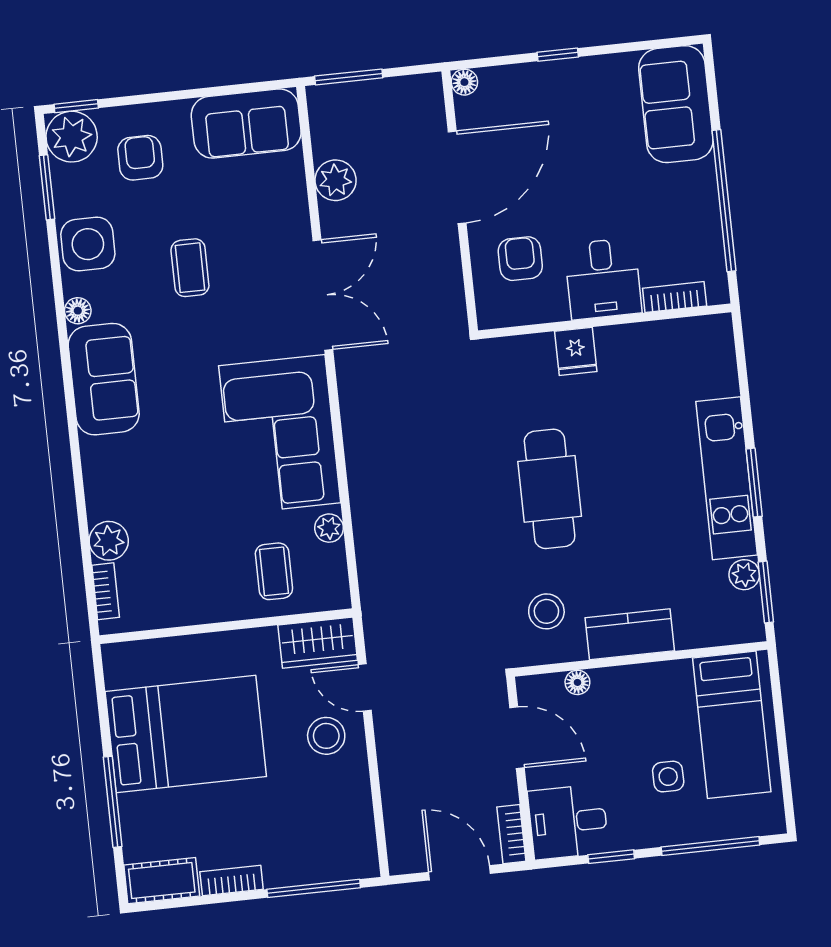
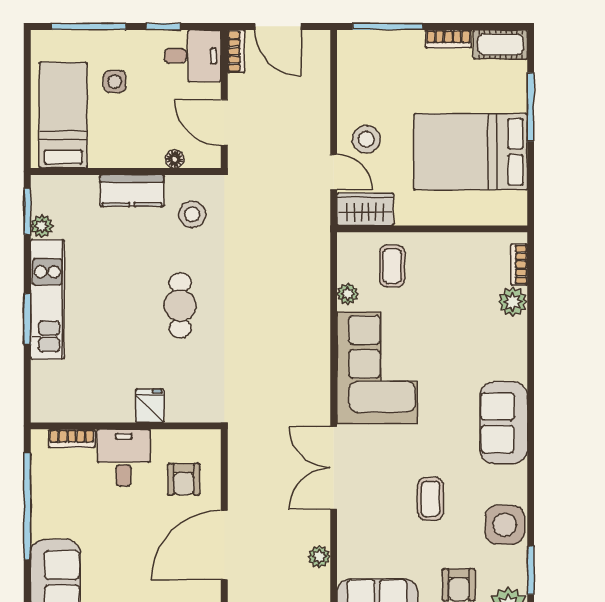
plant: (336, 180) -> (319, 557), width x0.73, depth x0.73
floor lamp: (78, 311) -> (518, 476), removed
window: (754, 483) -> (27, 319), moved
cafe table: (550, 489) -> (180, 305), width x0.73, depth x0.74

